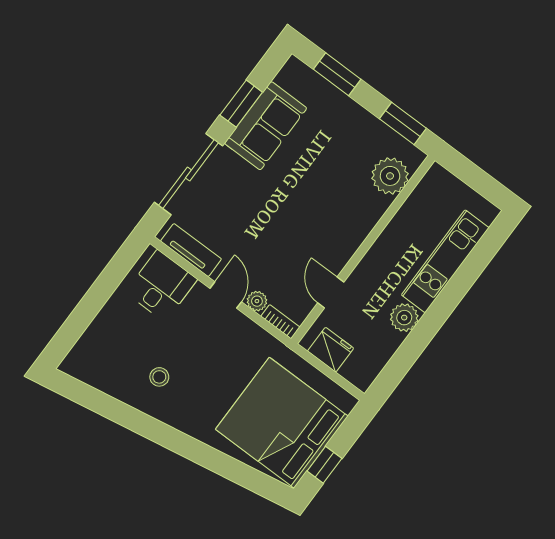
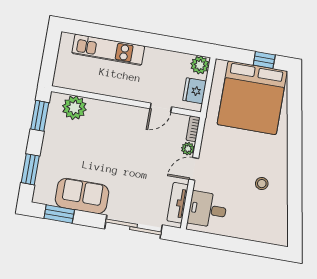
window: (241, 104) -> (59, 214), moved
plant: (404, 318) -> (200, 65), moved

